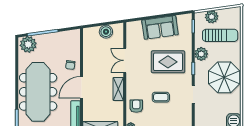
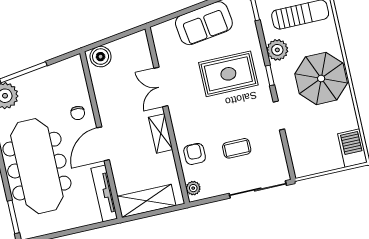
boiler: (106, 32) -> (101, 57), moved
coffee table: (161, 97) -> (237, 148), moved

